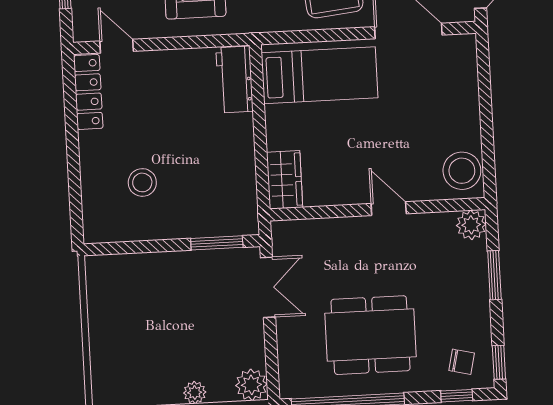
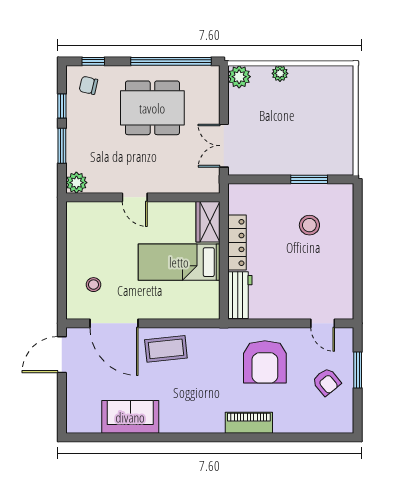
bed: (320, 75) -> (179, 262), moved
locker: (88, 92) -> (237, 242), moved, turned 180
stool: (462, 171) -> (94, 285), moved, width x0.53, depth x0.53
window: (217, 243) -> (309, 179), moved
window: (499, 362) -> (62, 106), moved

